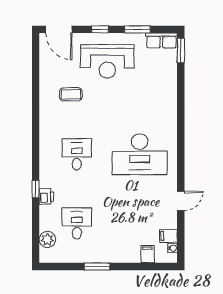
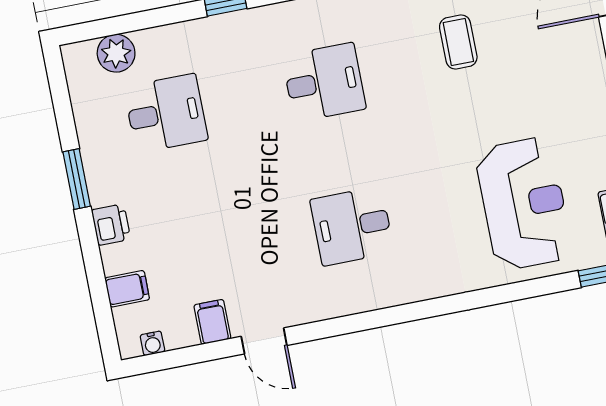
reception desk: (107, 61) -> (524, 204), moved, turned 180
desk: (140, 154) -> (352, 226), width x0.53, depth x0.77
printer: (46, 196) -> (111, 225), moved, turned -90
filing cabinet: (168, 236) -> (212, 322), moved

